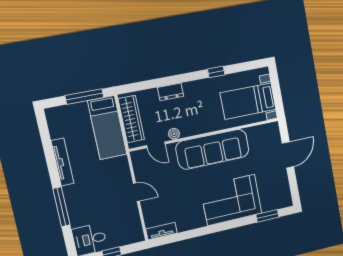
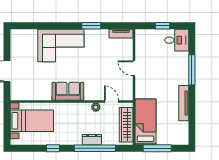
window: (165, 82) -> (95, 148), added
sofa: (213, 149) -> (68, 91), width x0.54, depth x0.79
window: (267, 216) -> (91, 26), moved

